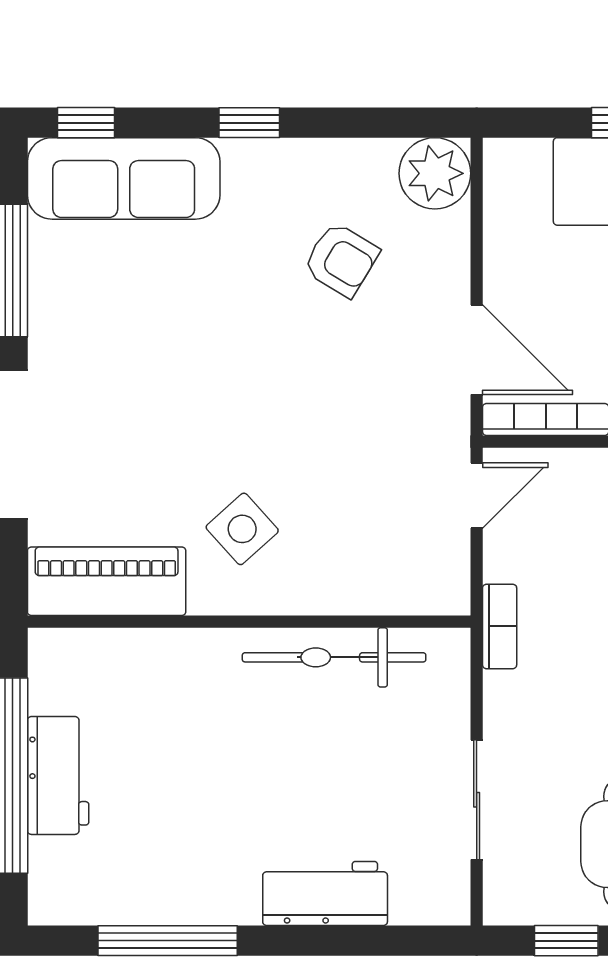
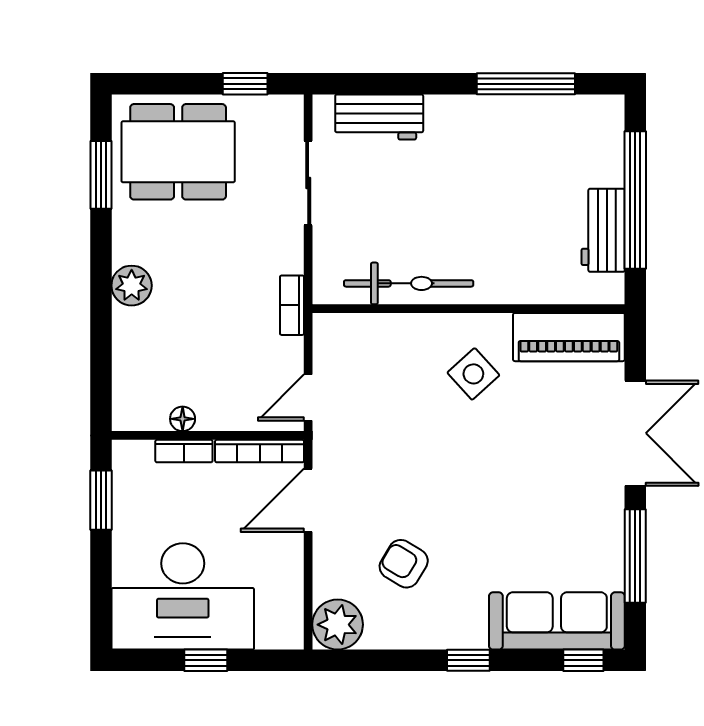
door: (477, 350) -> (308, 500), hinge flipped
workbench: (58, 775) -> (603, 230), moved
workbench: (325, 893) -> (379, 117), moved

